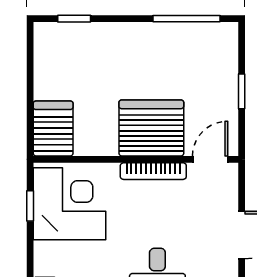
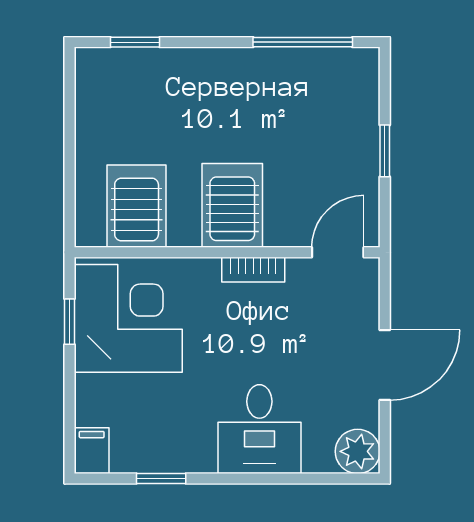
server rack: (151, 128) -> (232, 205), width x0.62
server rack: (53, 129) -> (137, 206), moved
bookcase: (153, 171) -> (253, 270), width x0.64

